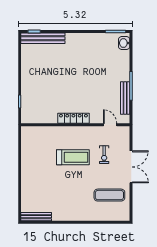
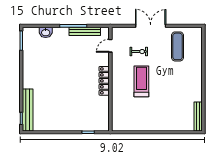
washbasin: (124, 43) -> (46, 32), moved

